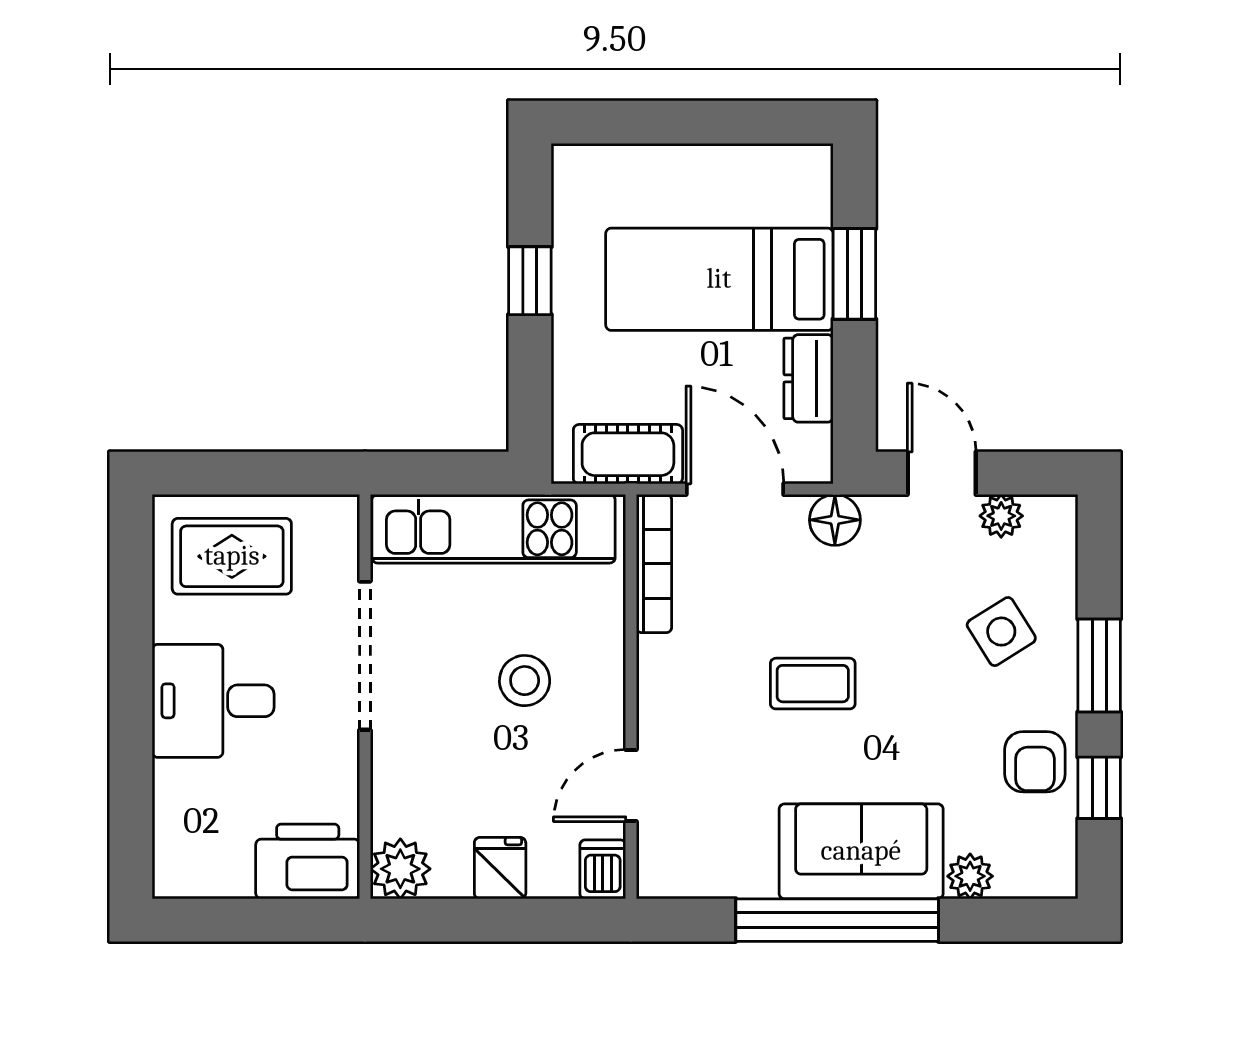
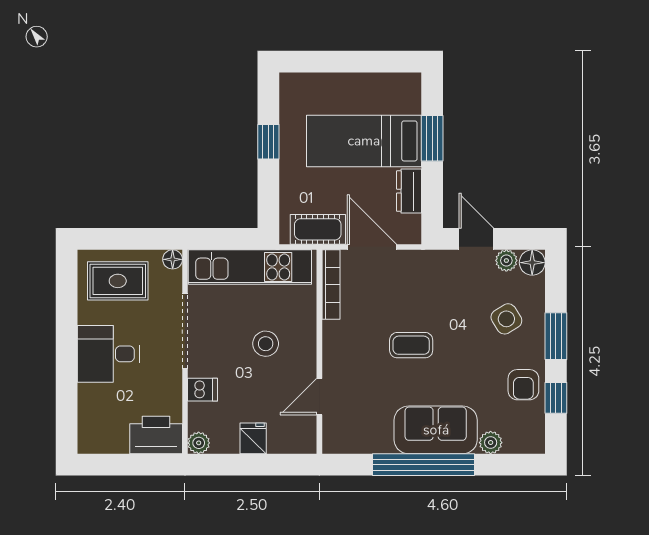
floor lamp: (340, 514) -> (173, 259), added
floor lamp: (835, 520) -> (532, 263), moved
plant: (400, 869) -> (199, 443), width x0.73, depth x0.73
dishwasher: (603, 869) -> (203, 390), moved, turned 90

